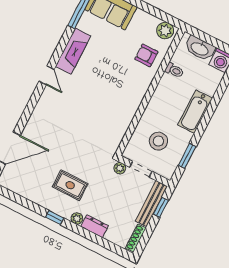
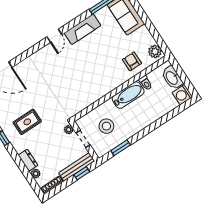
bathtub: (195, 112) -> (128, 95), moved, turned 180
rug: (70, 185) -> (27, 122), turned 90
plant: (77, 218) -> (36, 174), moved

